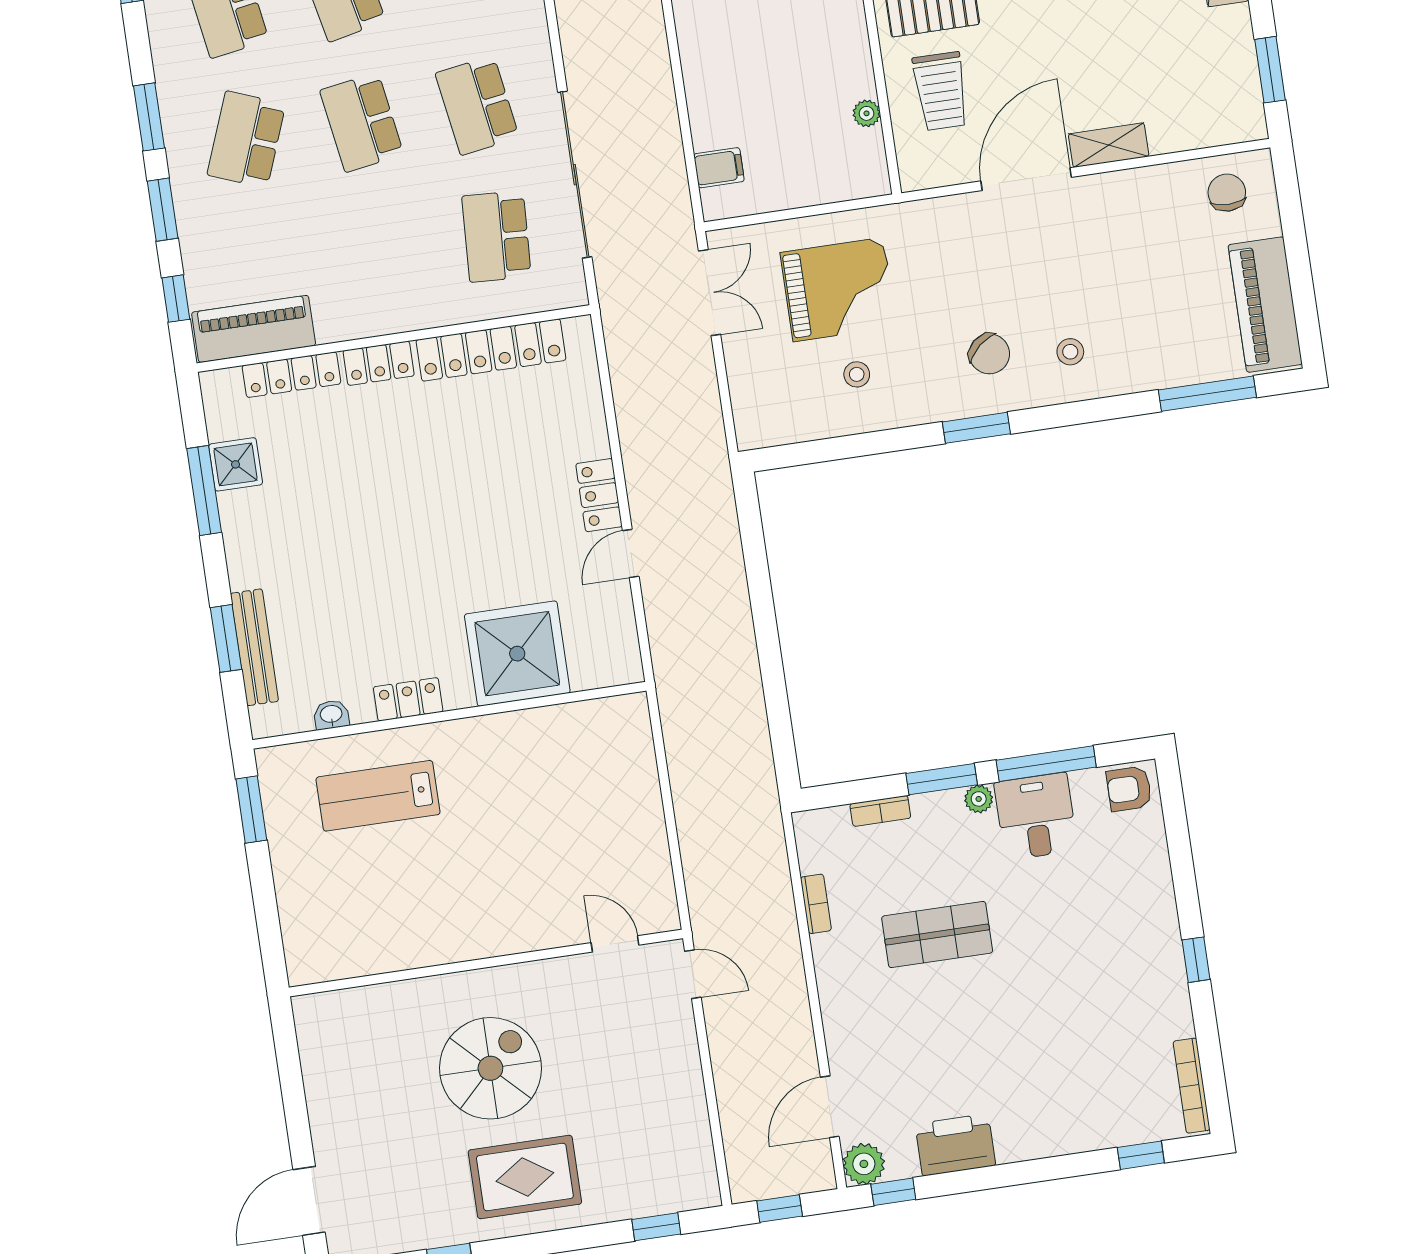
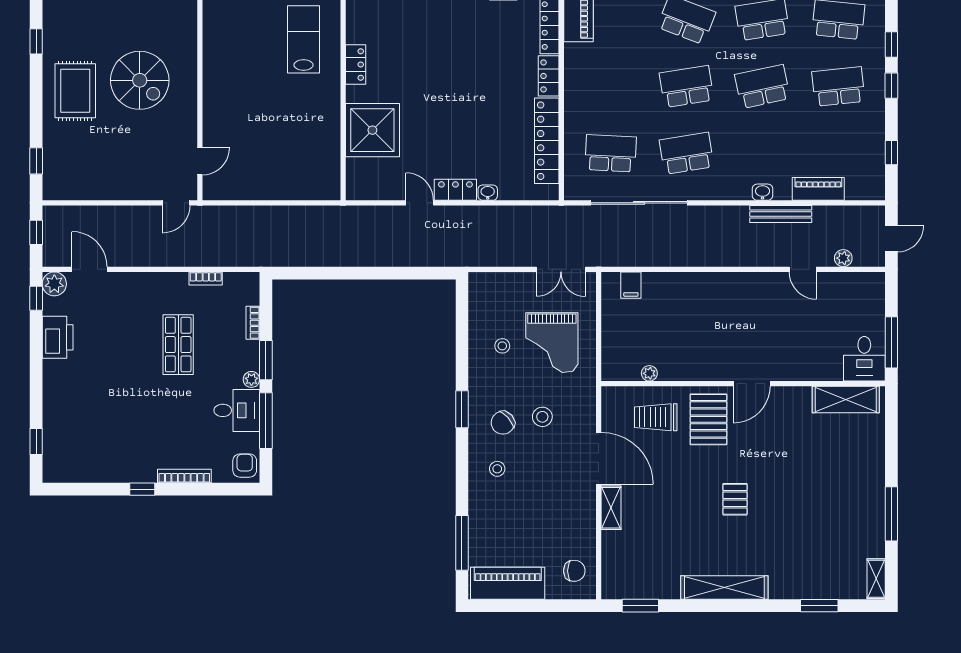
stool: (969, 287) -> (542, 417), added
washbasin: (331, 715) -> (488, 193), moved, turned -90
bookcase: (1192, 1086) -> (184, 476), moved

